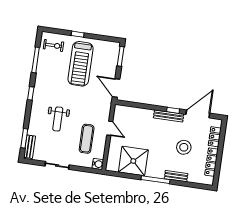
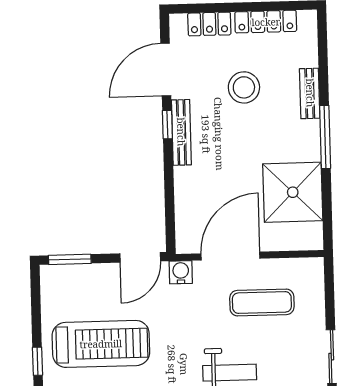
door: (198, 114) -> (166, 69), hinge flipped
door: (110, 128) -> (230, 256), width x1.88
water cooler: (98, 164) -> (181, 272), moved

